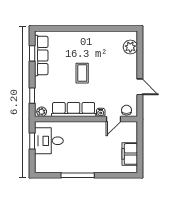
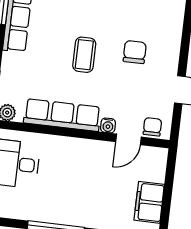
plant: (130, 47) -> (172, 20), removed
chair: (111, 68) -> (135, 52), added

